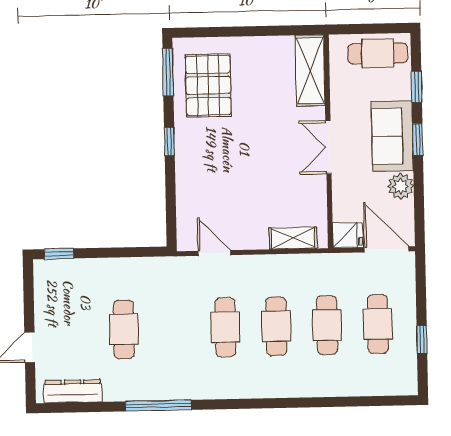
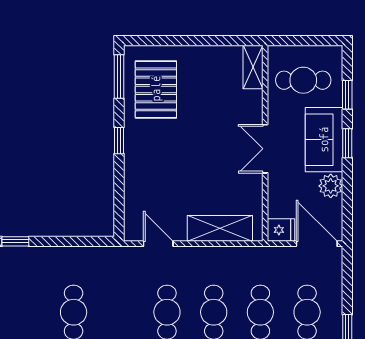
cafe table: (377, 53) -> (303, 80), moved
shelving: (310, 71) -> (253, 67), width x0.67, depth x0.75
shelving: (293, 238) -> (220, 228), width x1.50, depth x1.33

